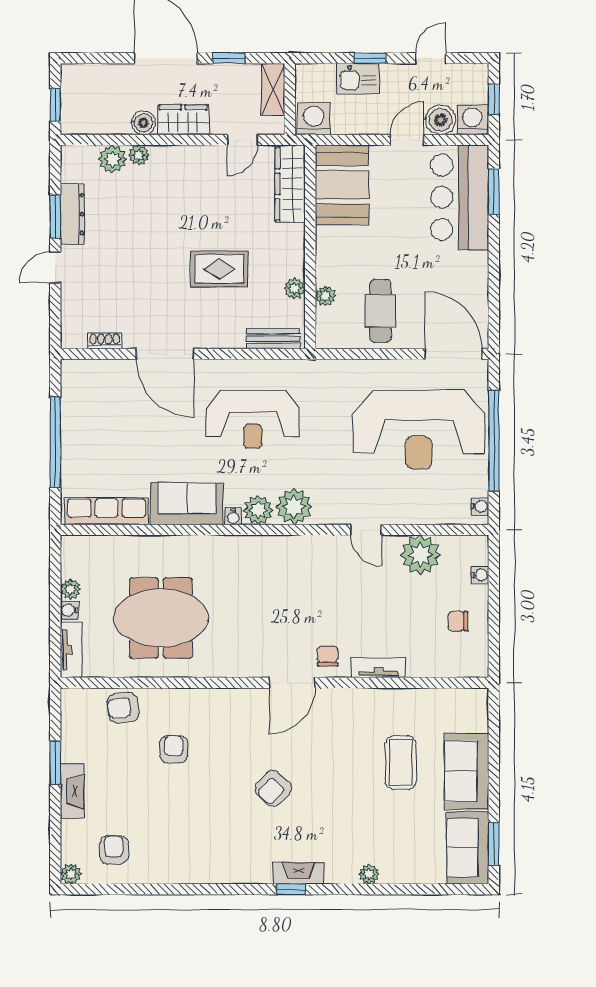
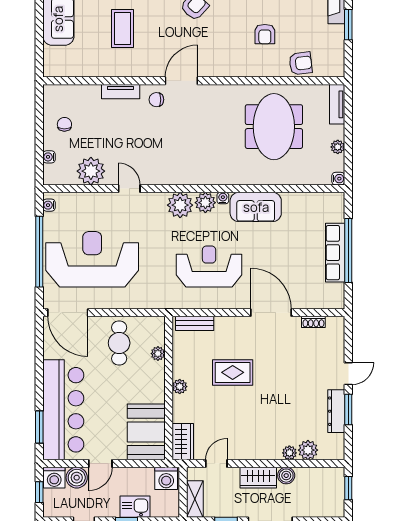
wardrobe: (290, 184) -> (183, 442), width x0.67
bar counter: (460, 197) -> (63, 410), width x1.36
plant: (295, 288) -> (180, 387), moved
row of seats: (107, 511) -> (335, 253), moved, turned 90
water cooler: (69, 610) -> (338, 179), moved
meeting table: (161, 618) -> (274, 127), turned 90
chair: (458, 621) -> (64, 124), turned -90
chair: (328, 656) -> (156, 100), turned 90
coffee table: (401, 763) -> (122, 29), moved

